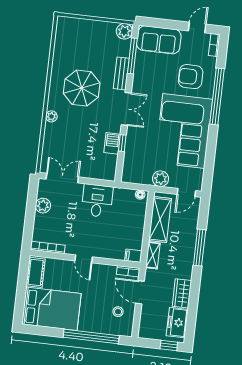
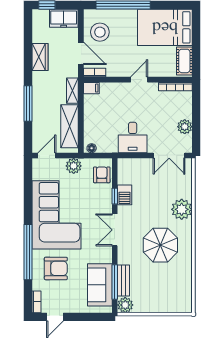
sofa: (159, 40) -> (100, 285), moved, turned -90
bench: (121, 73) -> (123, 280), moved
plant: (51, 116) -> (182, 209), width x1.87, depth x1.87
armchair: (133, 166) -> (102, 175), added
door: (84, 259) -> (139, 80), hinge flipped
stool: (118, 312) -> (100, 32), width x1.89, depth x1.89
freezer: (177, 323) -> (64, 18), moved, turned 90

